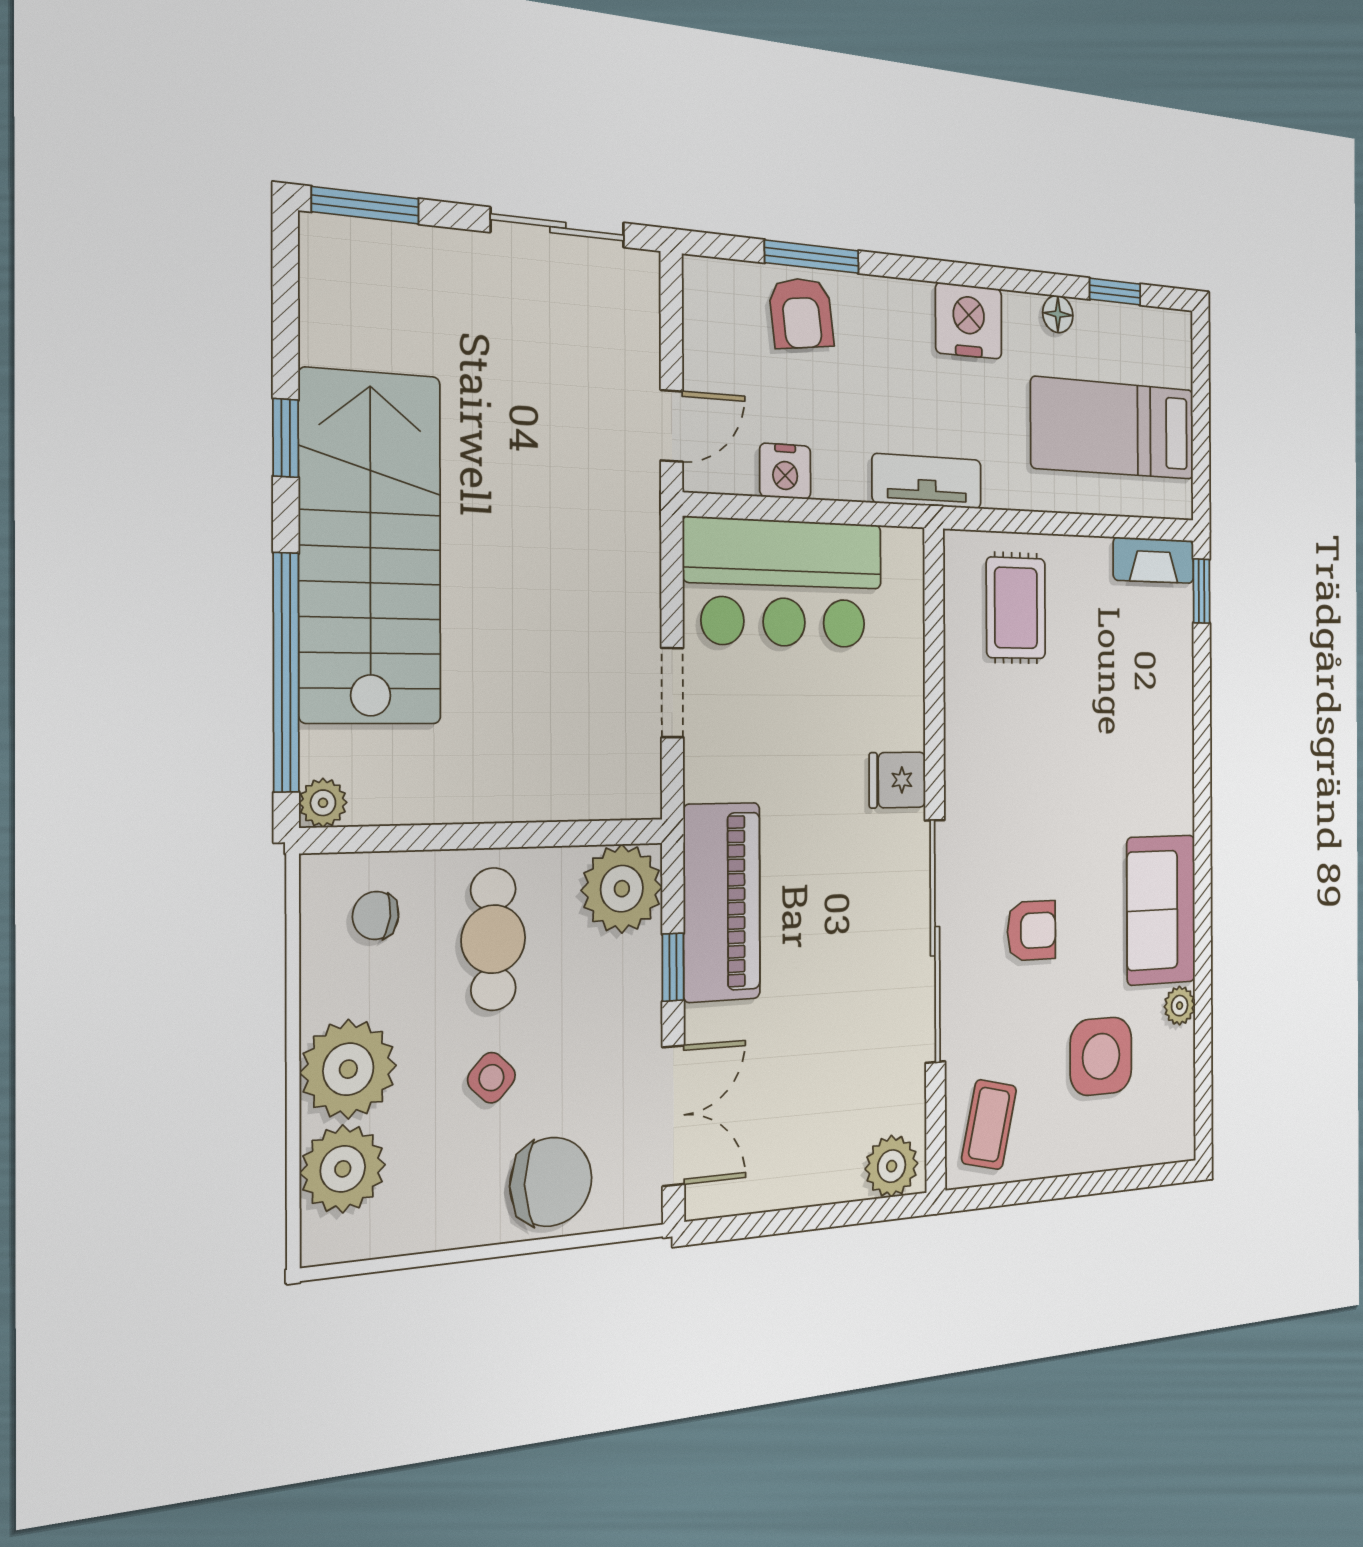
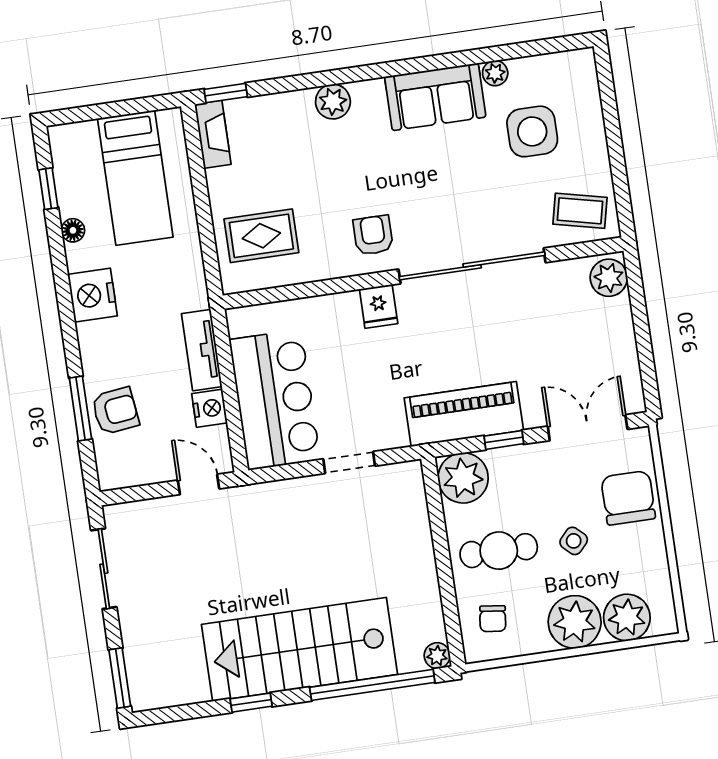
tv unit: (927, 481) -> (202, 350), moved
plant: (1173, 752) -> (333, 102), added
armchair: (1031, 931) -> (373, 235), moved

